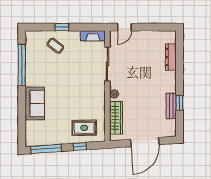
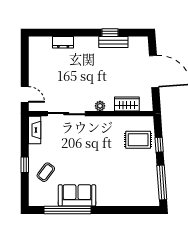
dresser: (171, 57) -> (63, 42), width x0.70
sofa: (35, 103) -> (77, 195), moved
wardrobe: (116, 118) -> (127, 104), width x0.67
rug: (84, 128) -> (138, 140), turned 90

